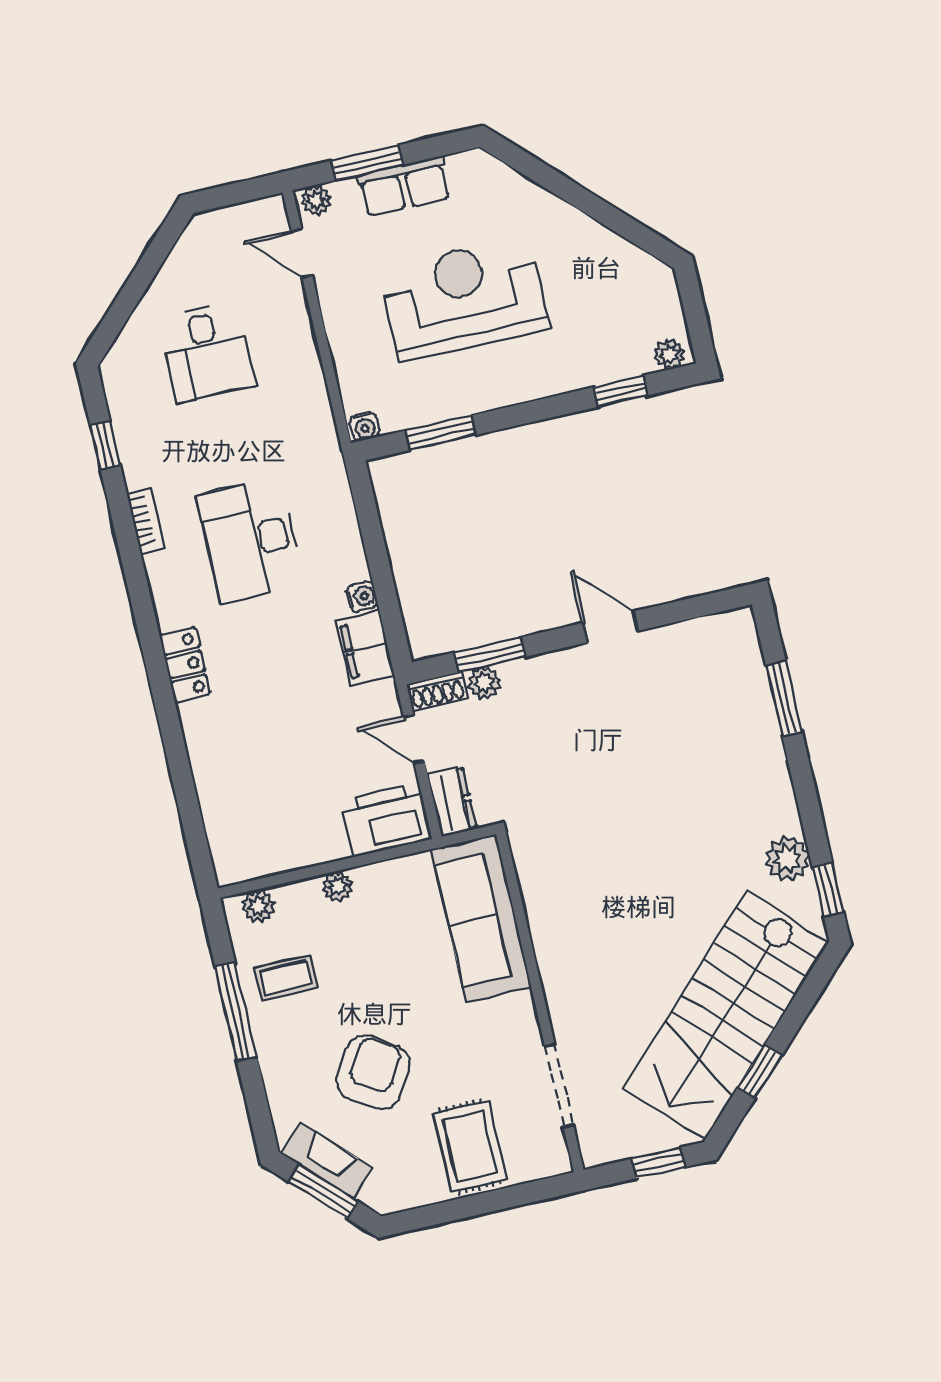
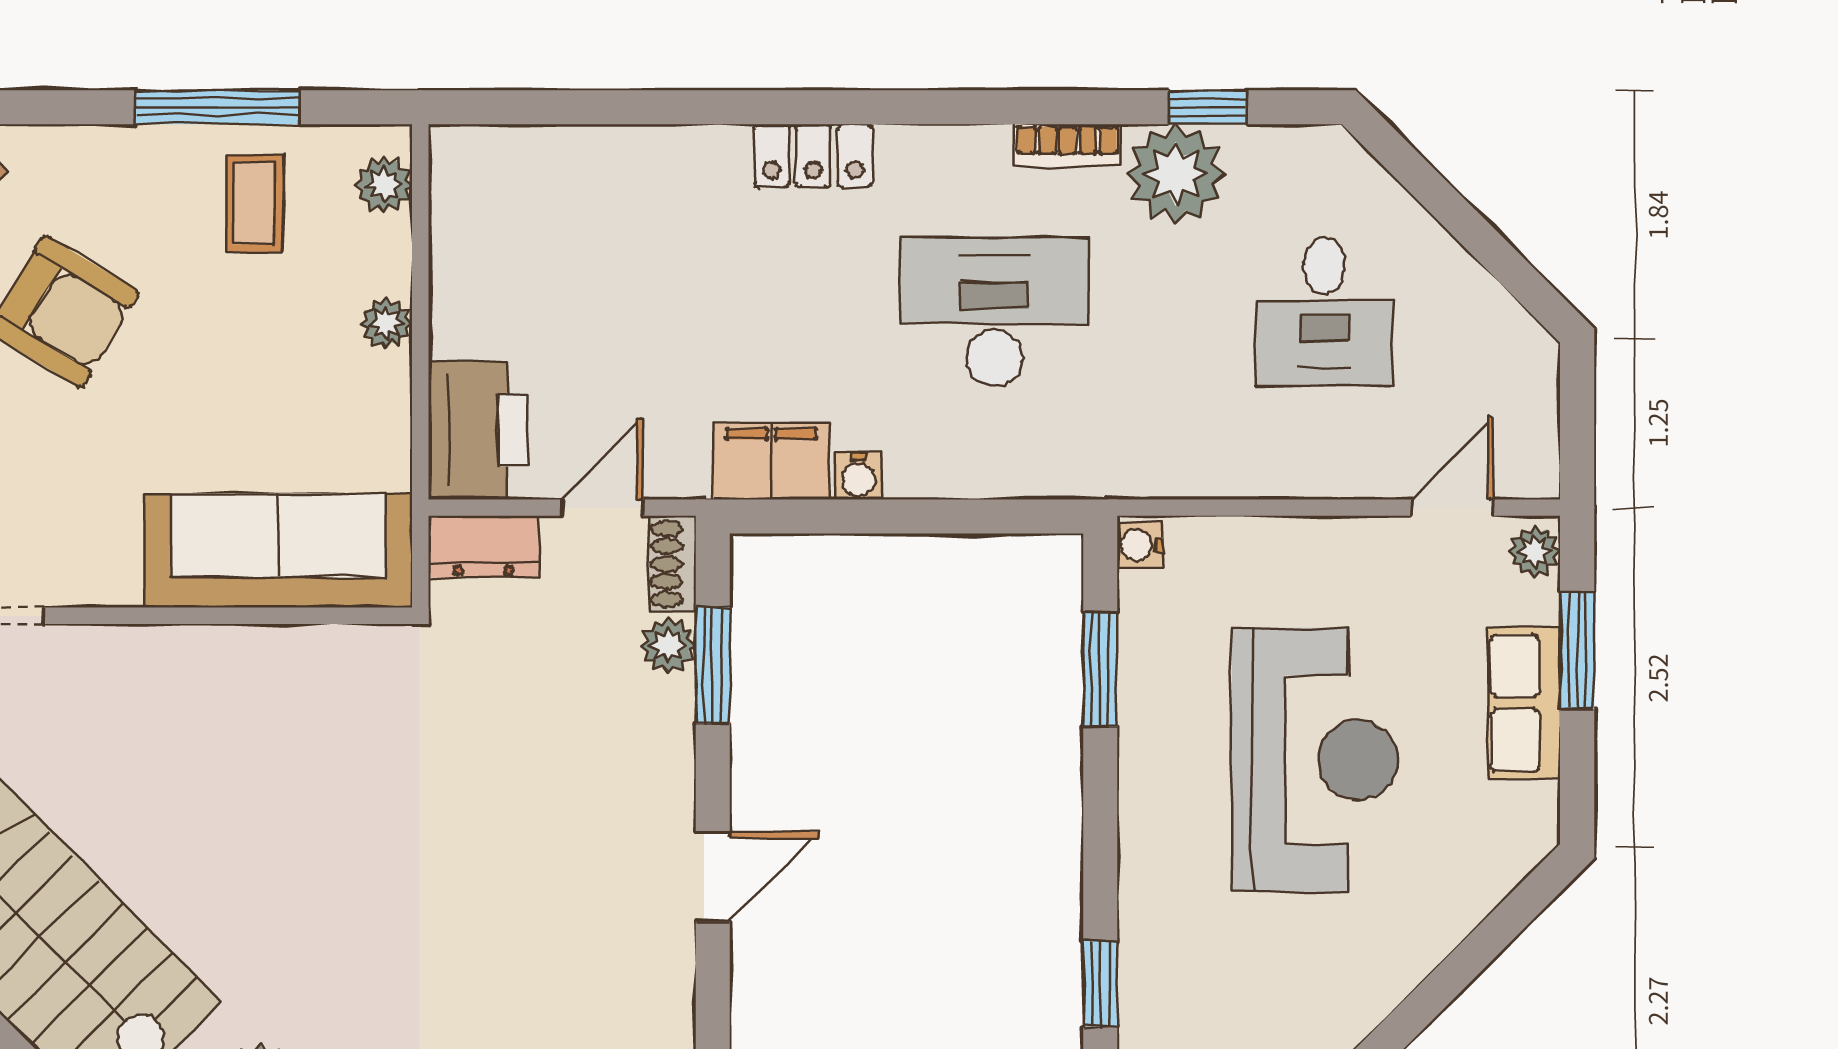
desk: (207, 352) -> (1324, 312), turned -90
plant: (148, 455) -> (1176, 174), added

